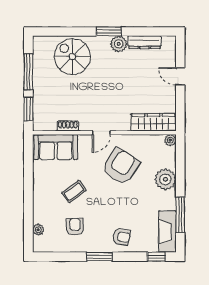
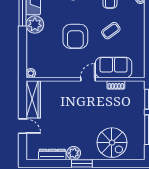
wardrobe: (153, 122) -> (33, 99), moved, turned -90
sofa: (56, 147) -> (114, 67), moved
armchair: (121, 166) -> (75, 36), moved, turned -33
plant: (165, 179) -> (35, 25), moved

